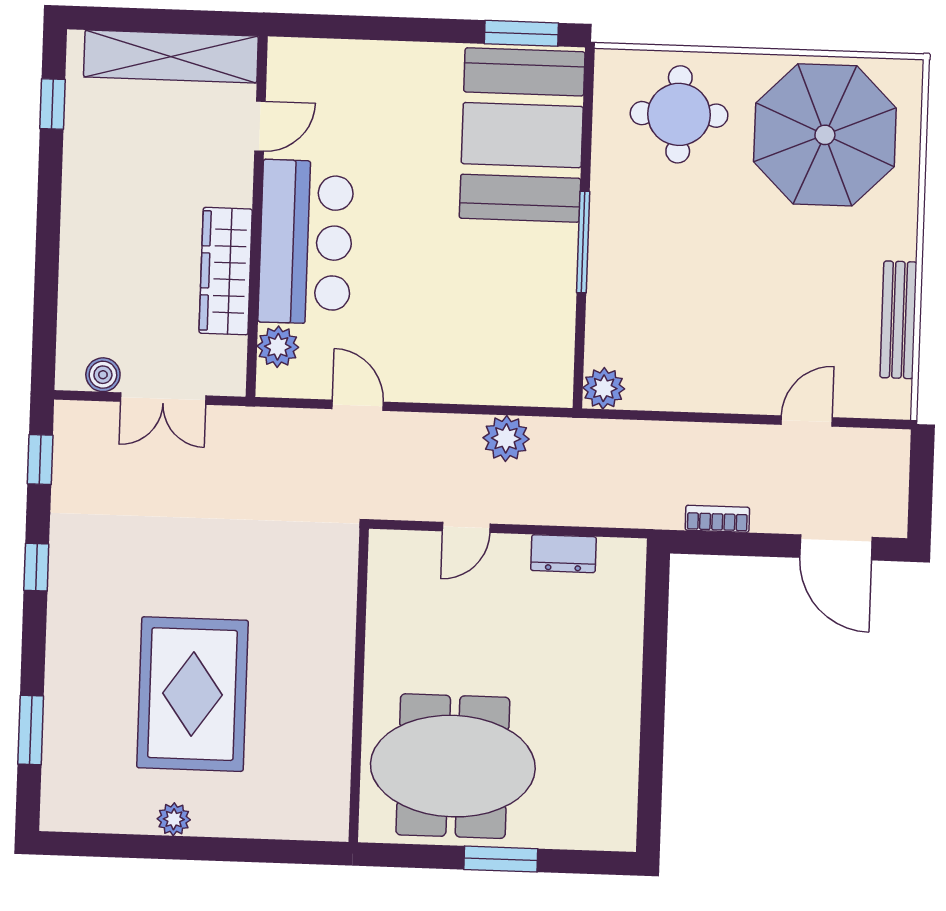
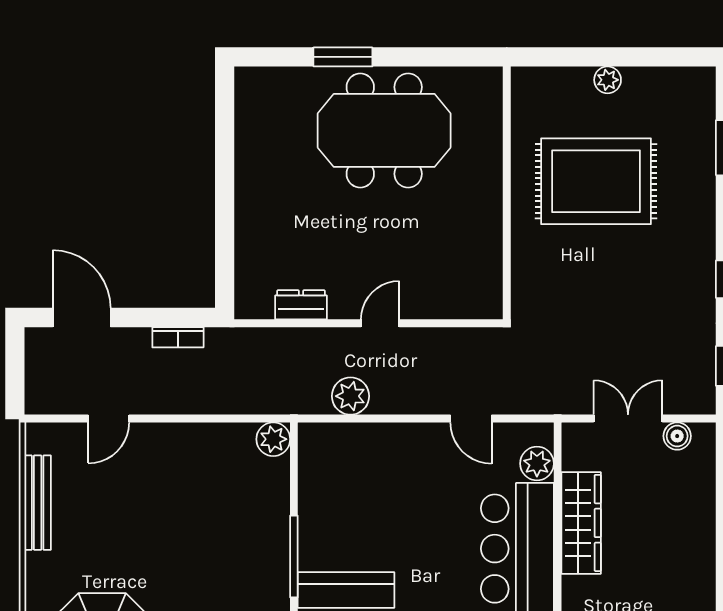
wall: (359, 685) -> (507, 193), moved
rug: (192, 694) -> (596, 181), turned 90

